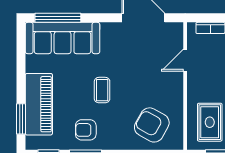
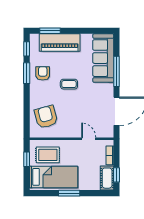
window: (58, 18) -> (117, 71), moved
armchair: (152, 125) -> (46, 117), turned -44

